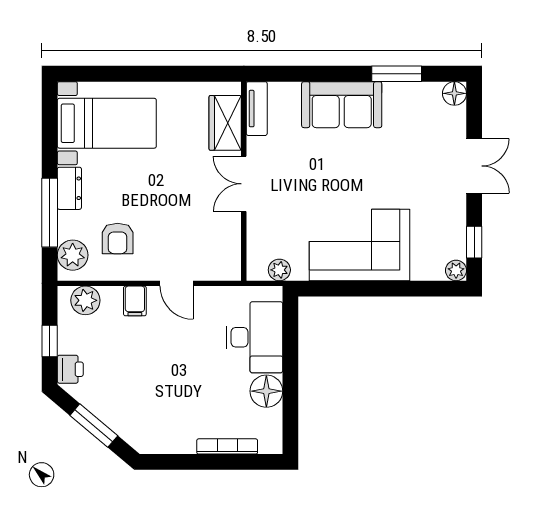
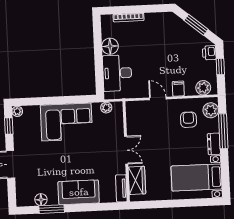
floor lamp: (454, 93) -> (41, 200), moved

